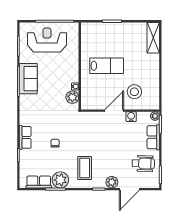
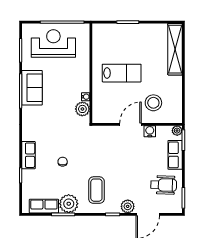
shelving: (153, 38) -> (175, 49), width x1.47

